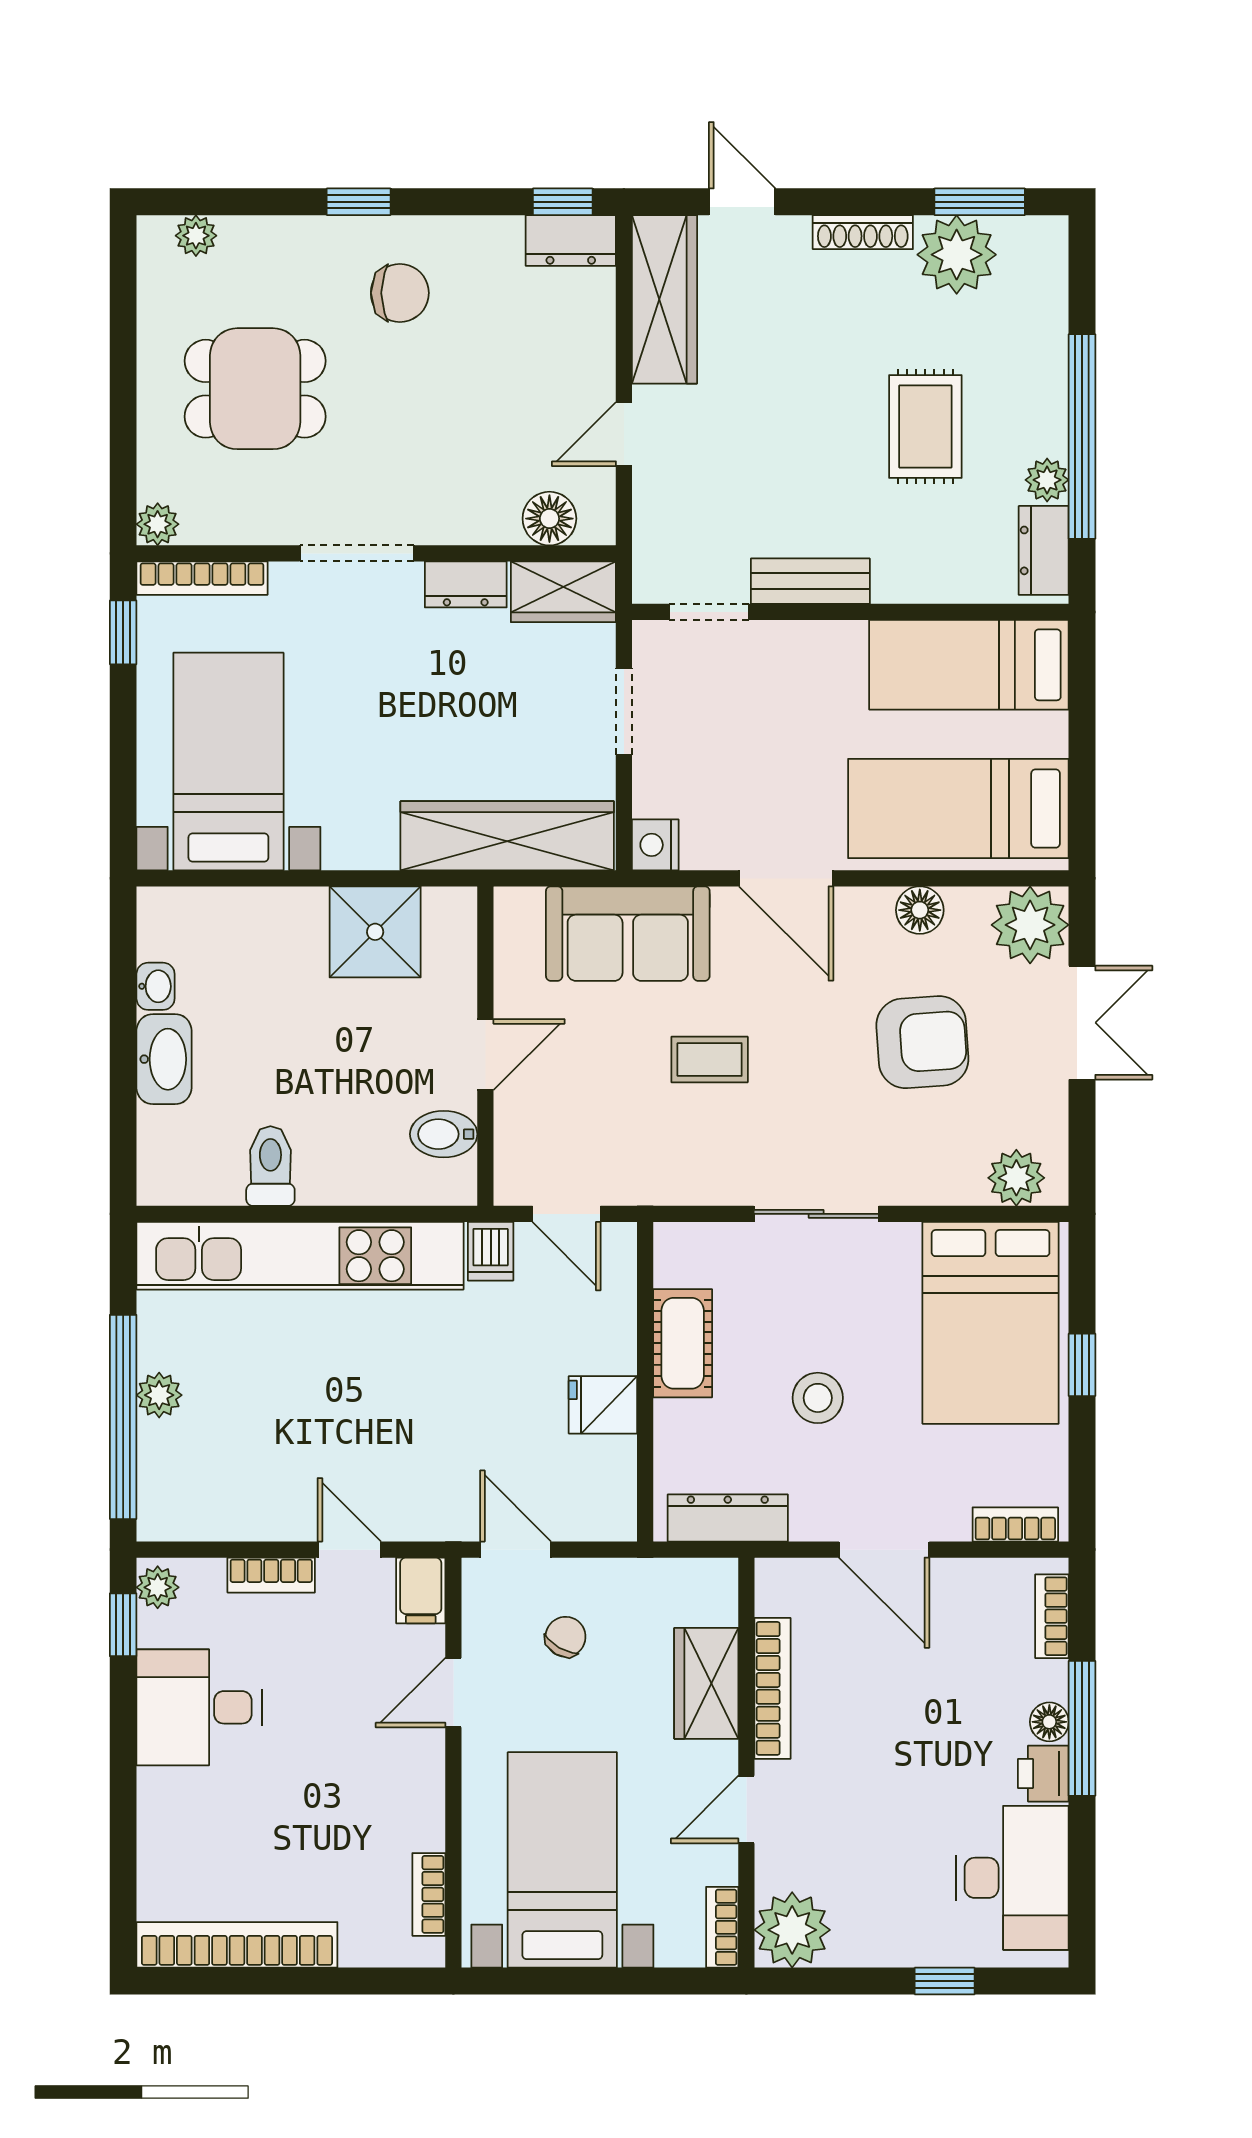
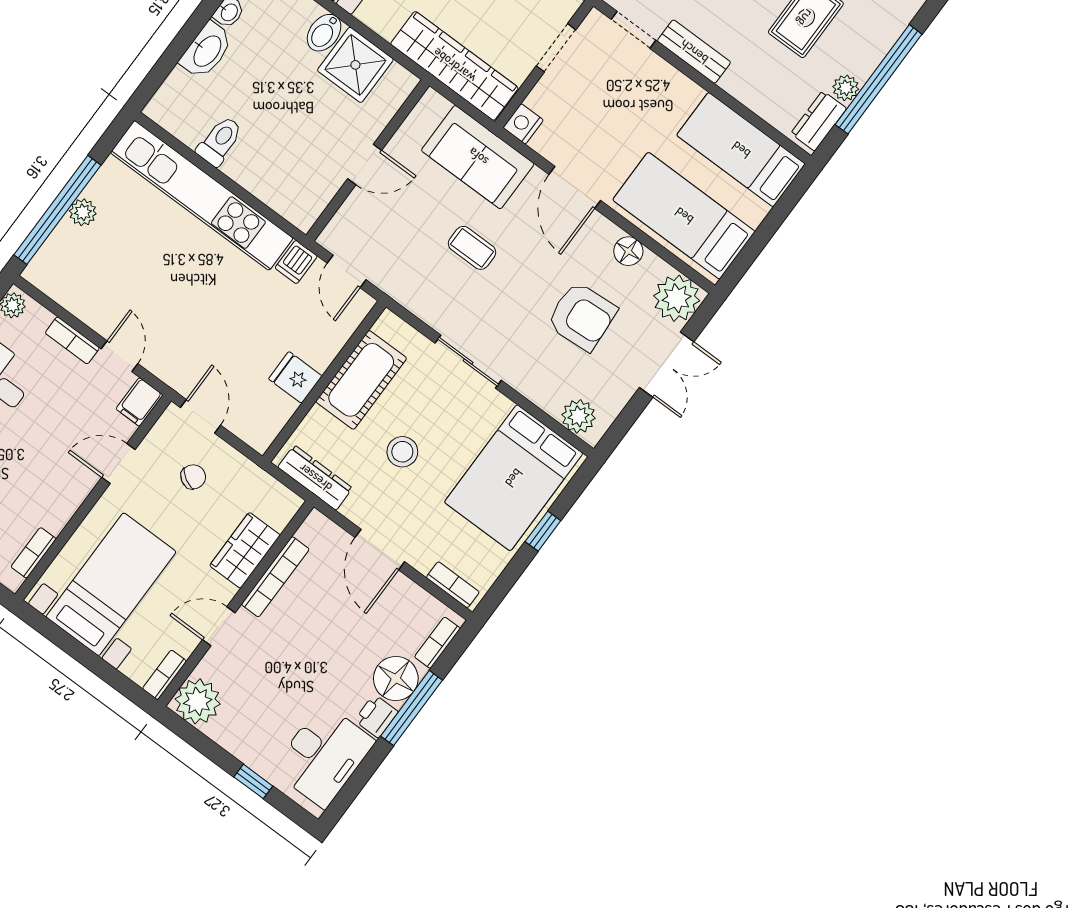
bidet: (444, 1134) -> (324, 33), moved, turned -90
cot: (683, 1343) -> (361, 380), width x1.37, depth x1.34
floor lamp: (1049, 1722) -> (396, 679), width x1.89, depth x1.89

